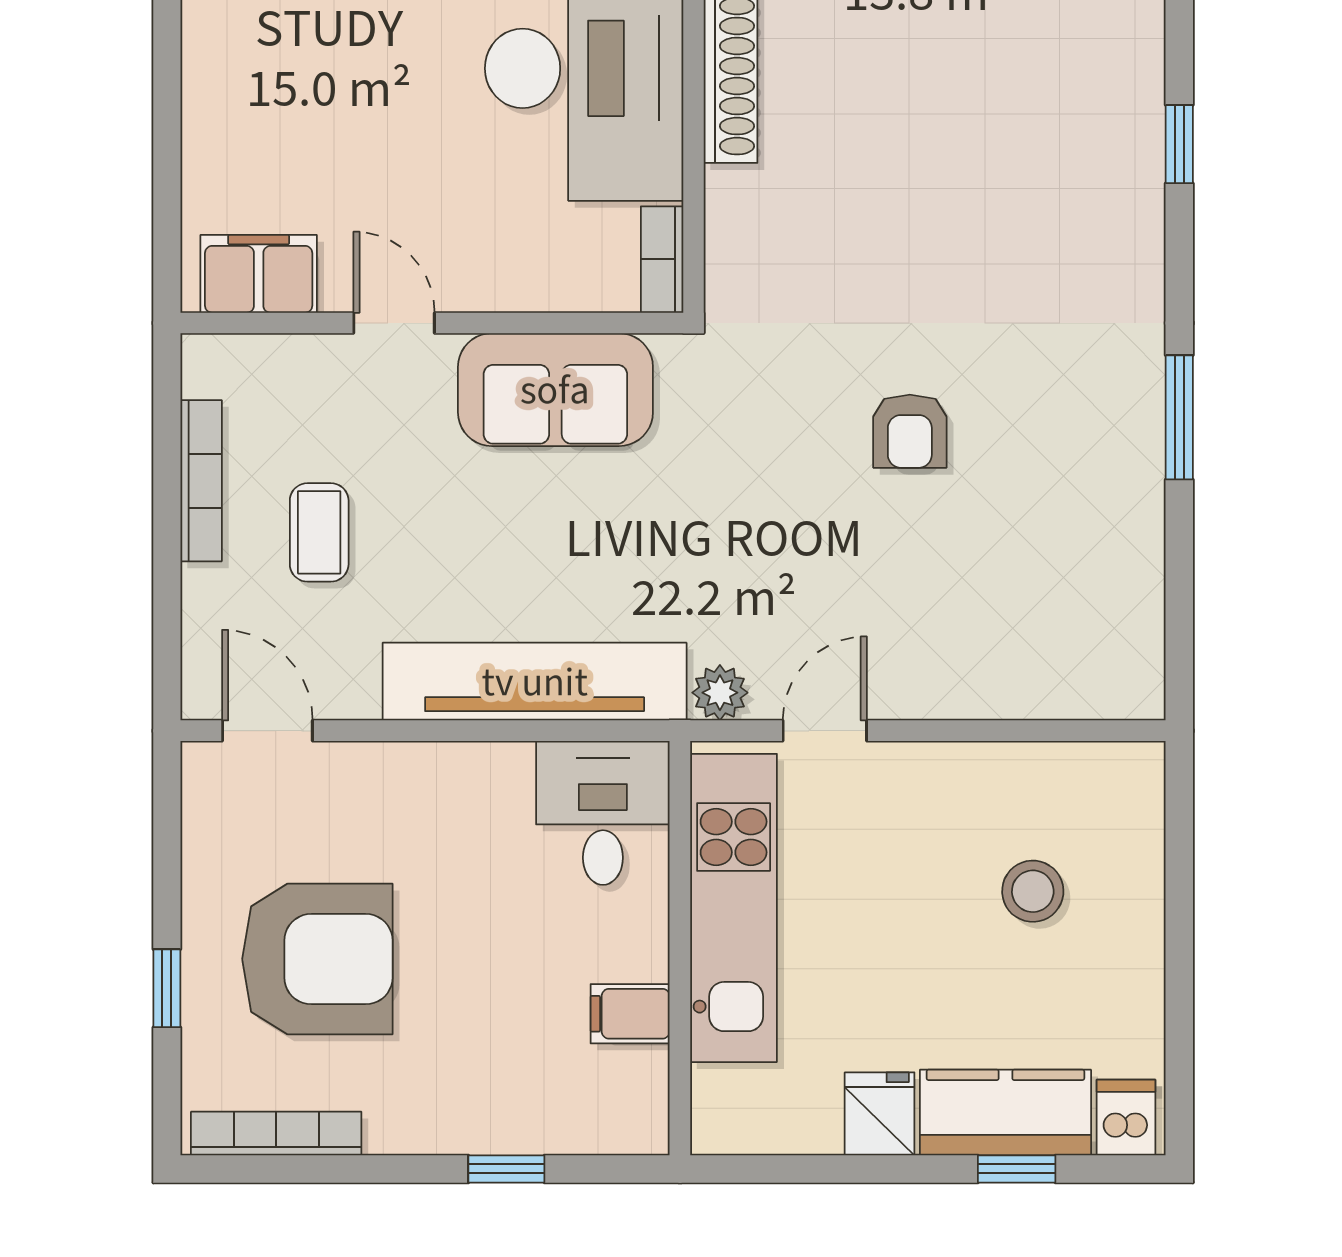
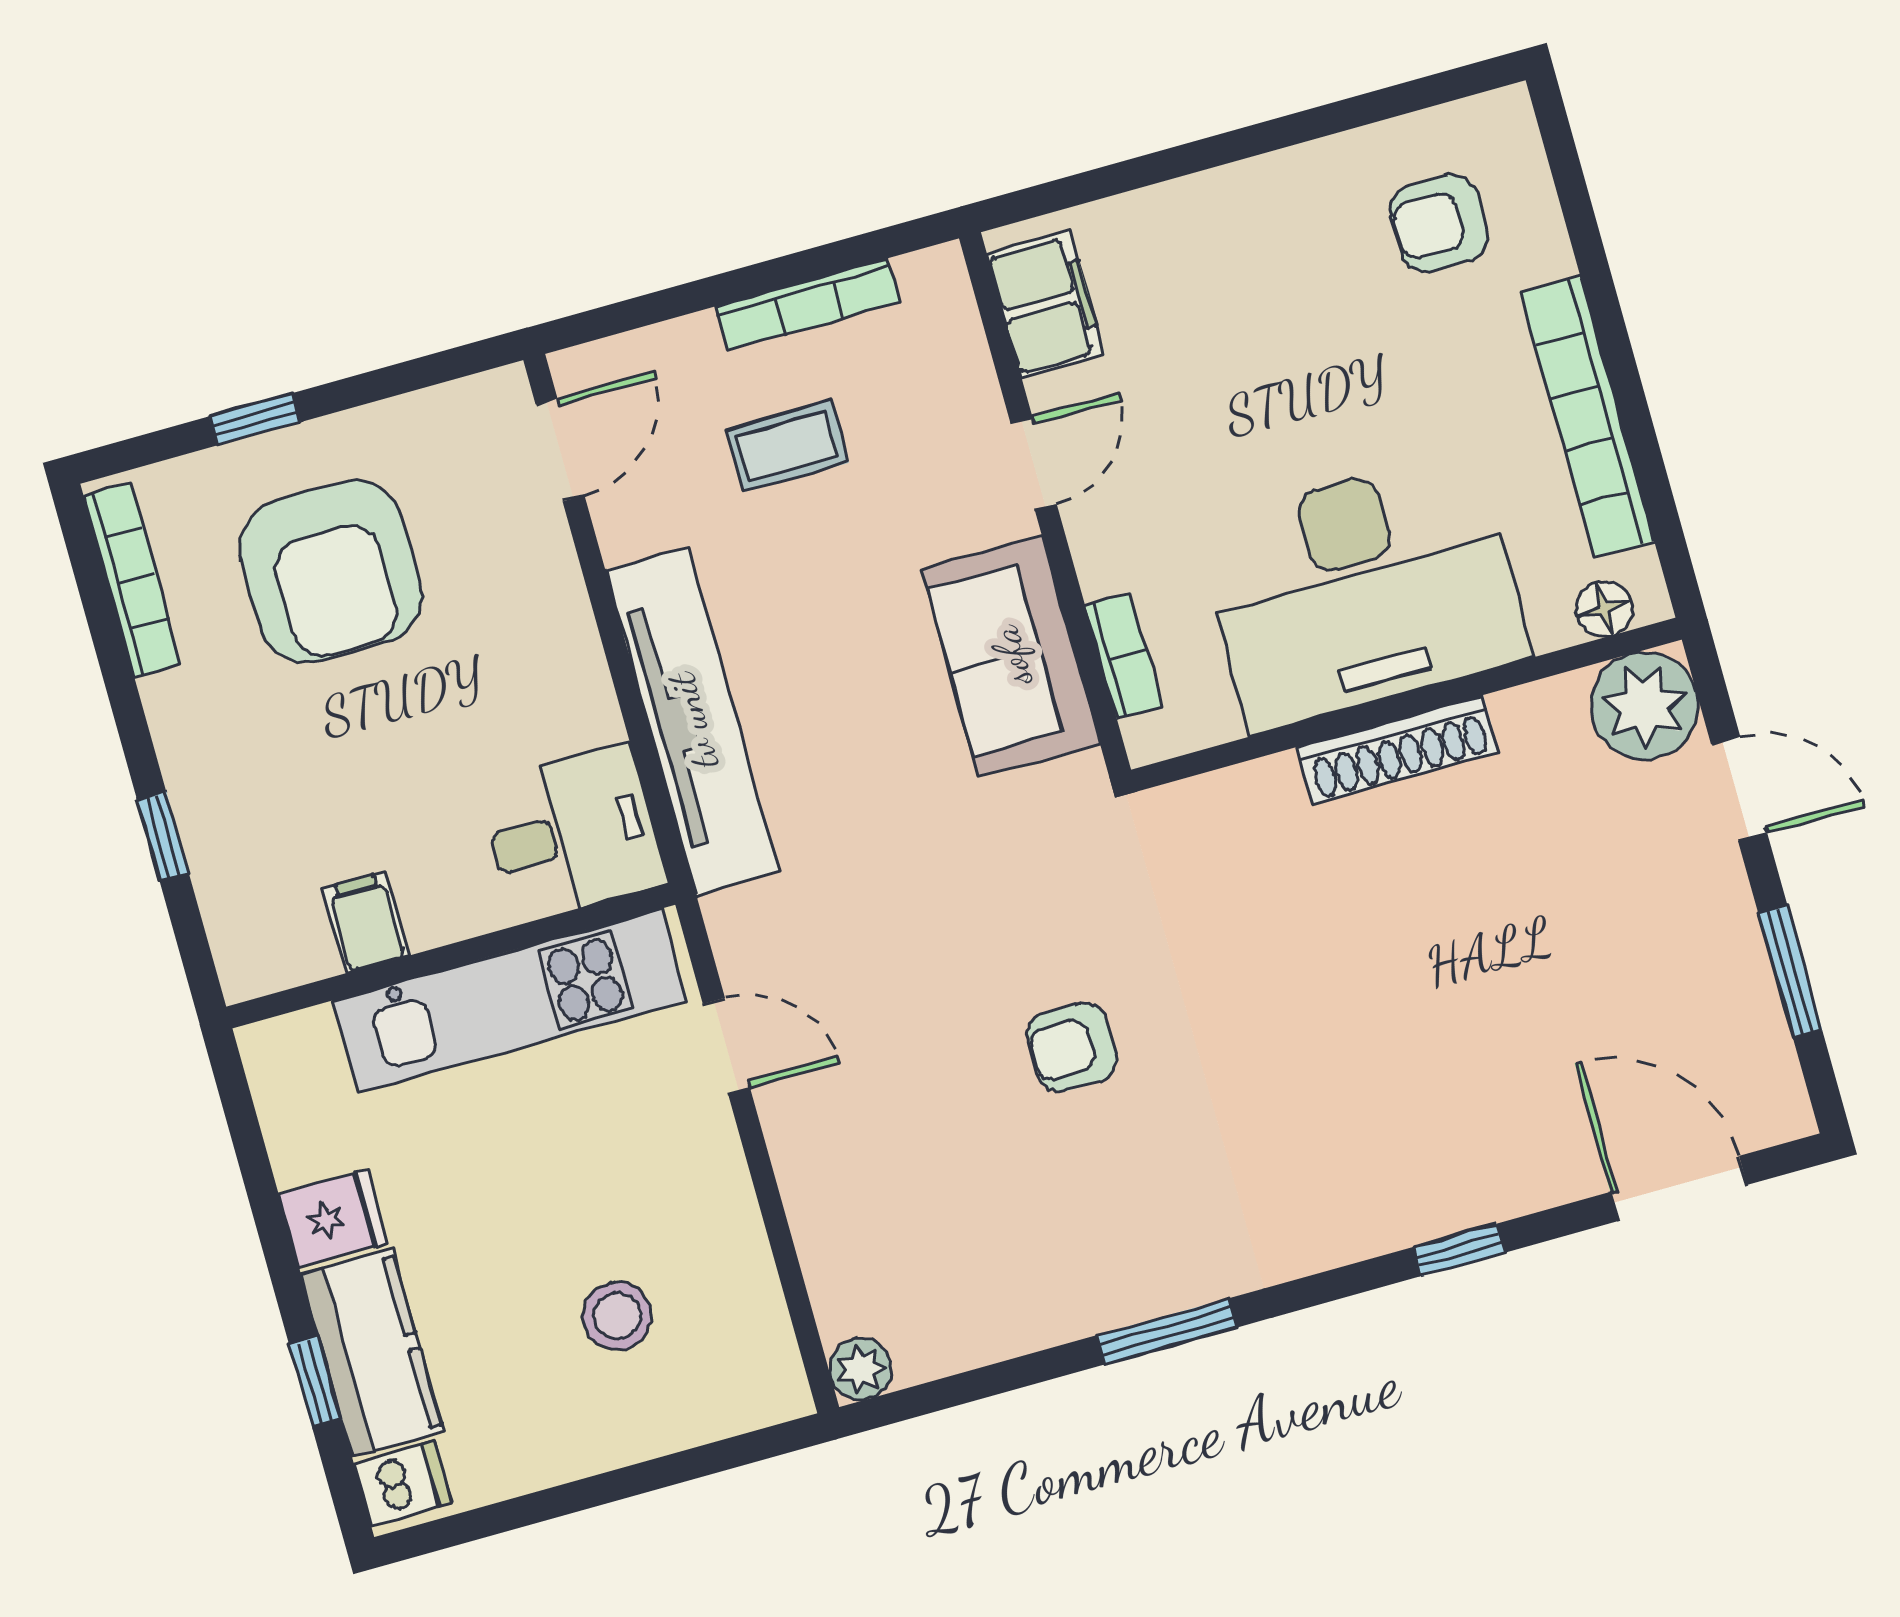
bookcase: (662, 259) -> (1124, 656), moved, turned 90
plant: (720, 693) -> (861, 1369), moved

